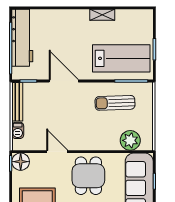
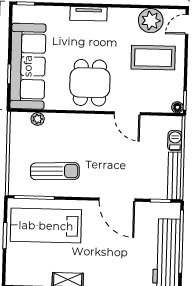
plant: (130, 140) -> (38, 119), width x0.53, depth x0.53
floor lamp: (21, 162) -> (177, 107), width x0.53, depth x0.53

